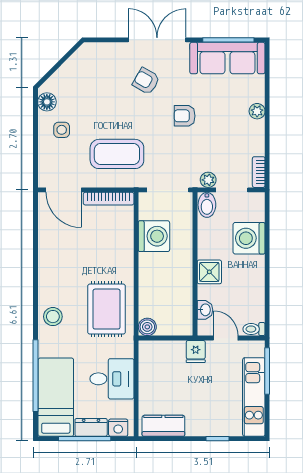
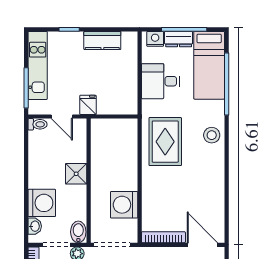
washbasin: (205, 310) -> (35, 226), moved, turned 180
boiler: (147, 327) -> (130, 126), removed
kitchen counter: (163, 426) -> (102, 40), moved

